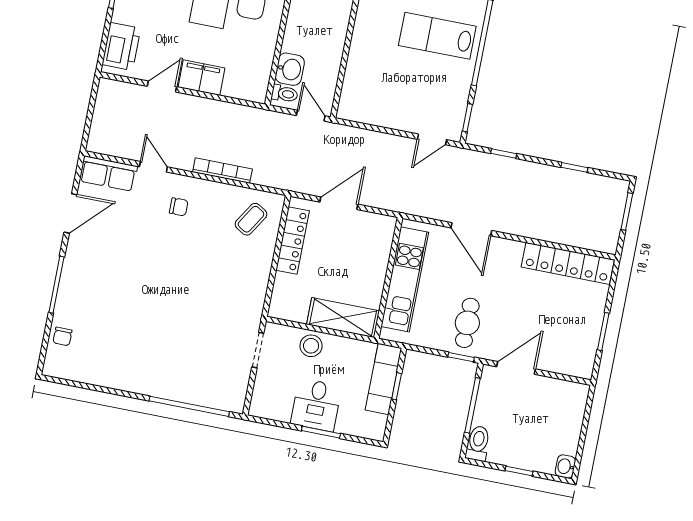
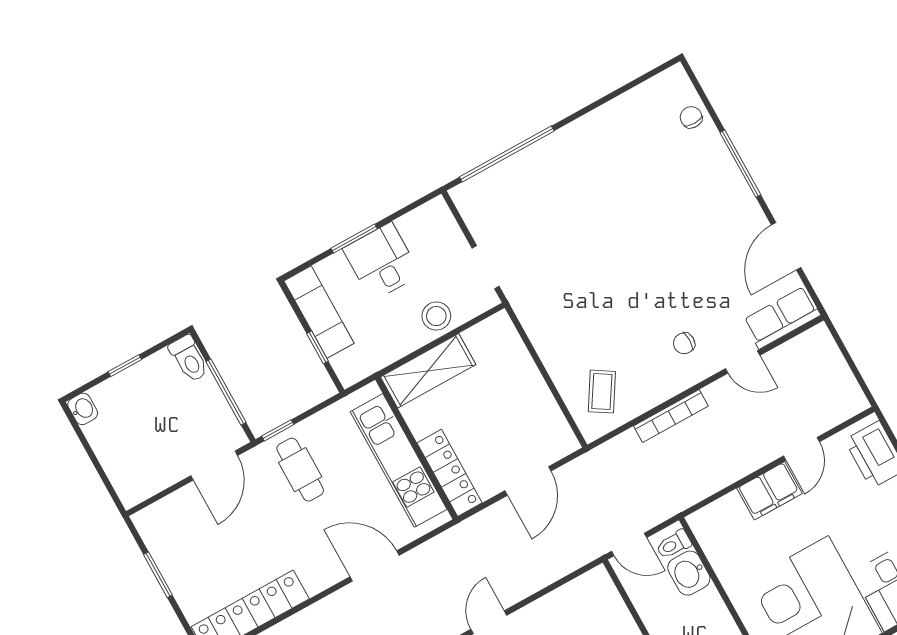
locker: (293, 241) -> (449, 473), moved, turned 180
exam couch: (384, 379) -> (319, 312), moved

